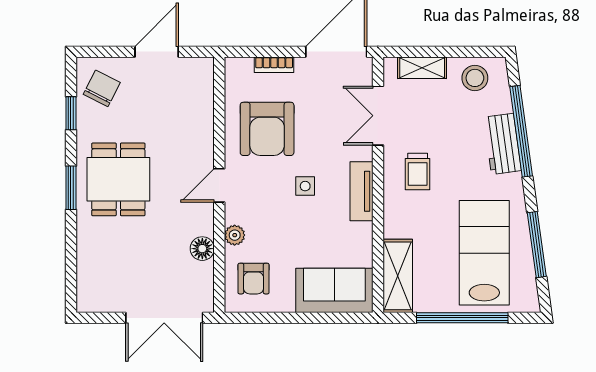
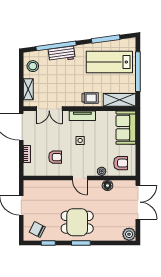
armchair: (267, 129) -> (55, 157), width x0.53, depth x0.53
trolley: (418, 171) -> (90, 98), moved
plant: (91, 298) -> (129, 234), added

